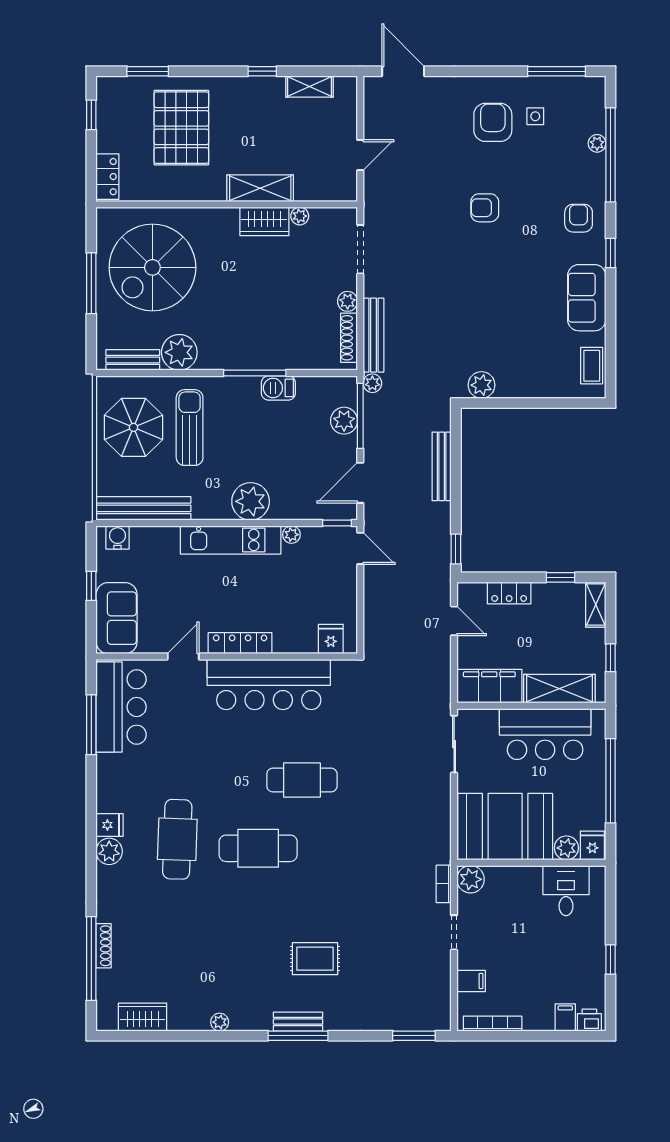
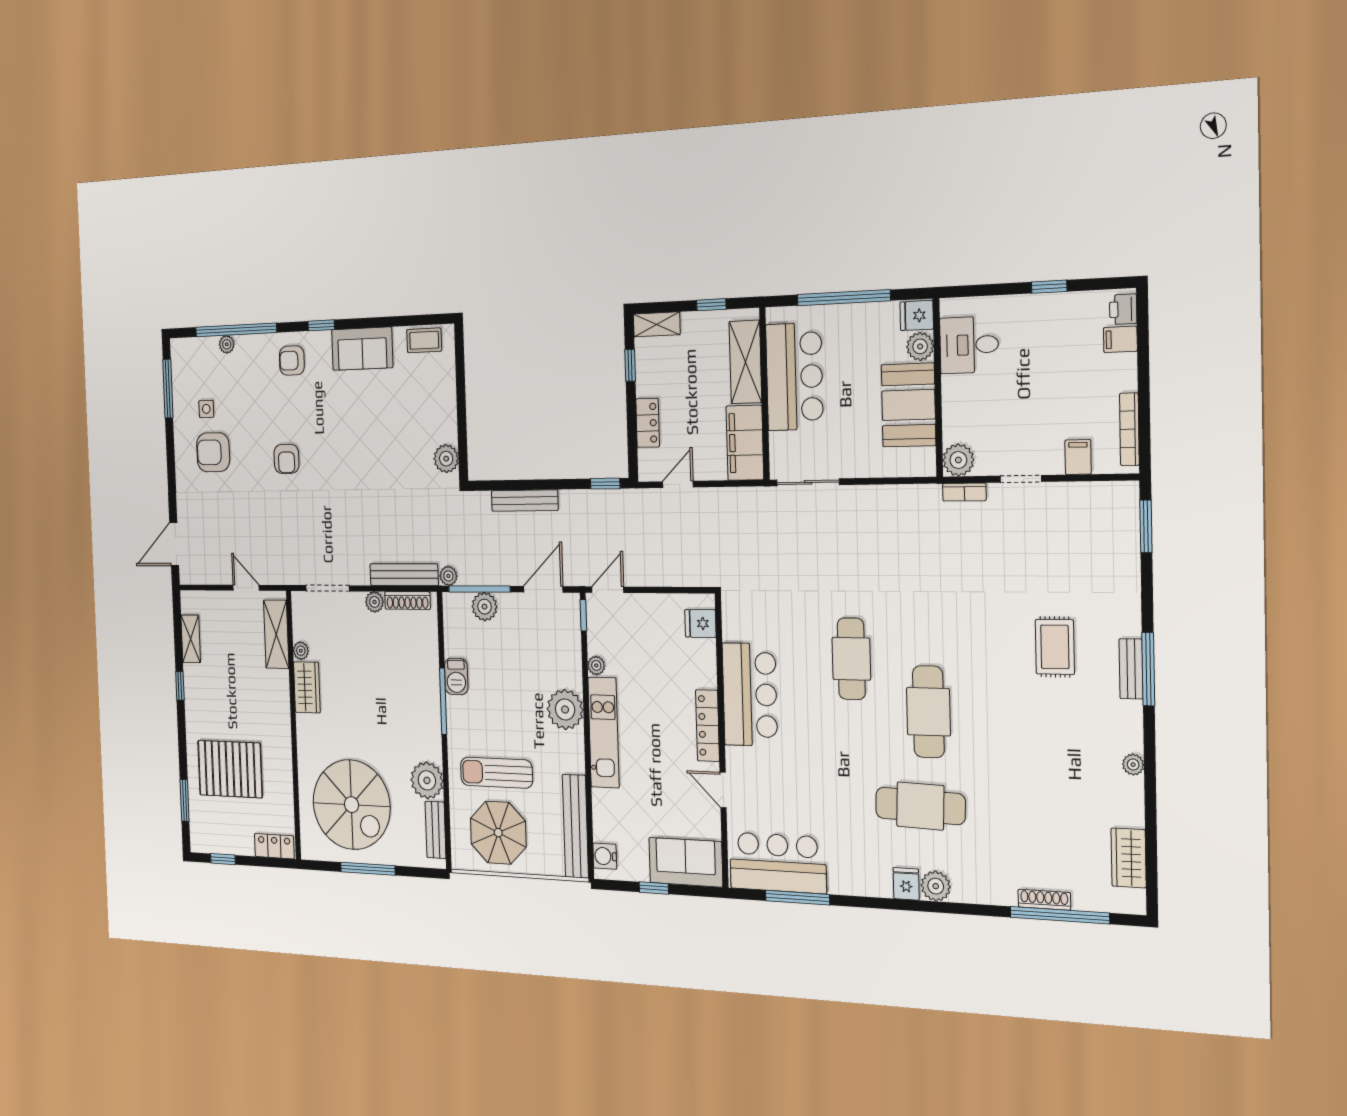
shelving: (260, 188) -> (276, 634), moved
door: (360, 483) -> (543, 589), swing flipped
bar counter: (269, 684) -> (750, 695), width x0.73
booth: (505, 827) -> (909, 405), width x0.73, depth x0.70

